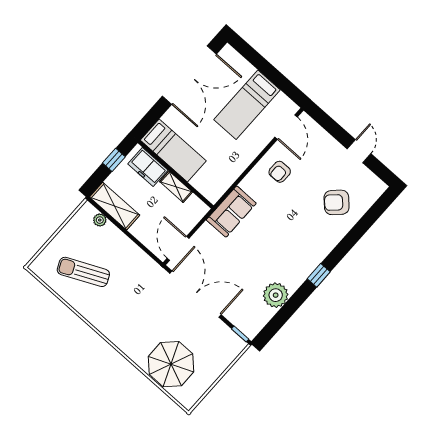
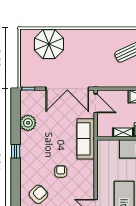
armchair: (280, 172) -> (61, 171), moved
sofa: (231, 212) -> (86, 139), width x1.36

